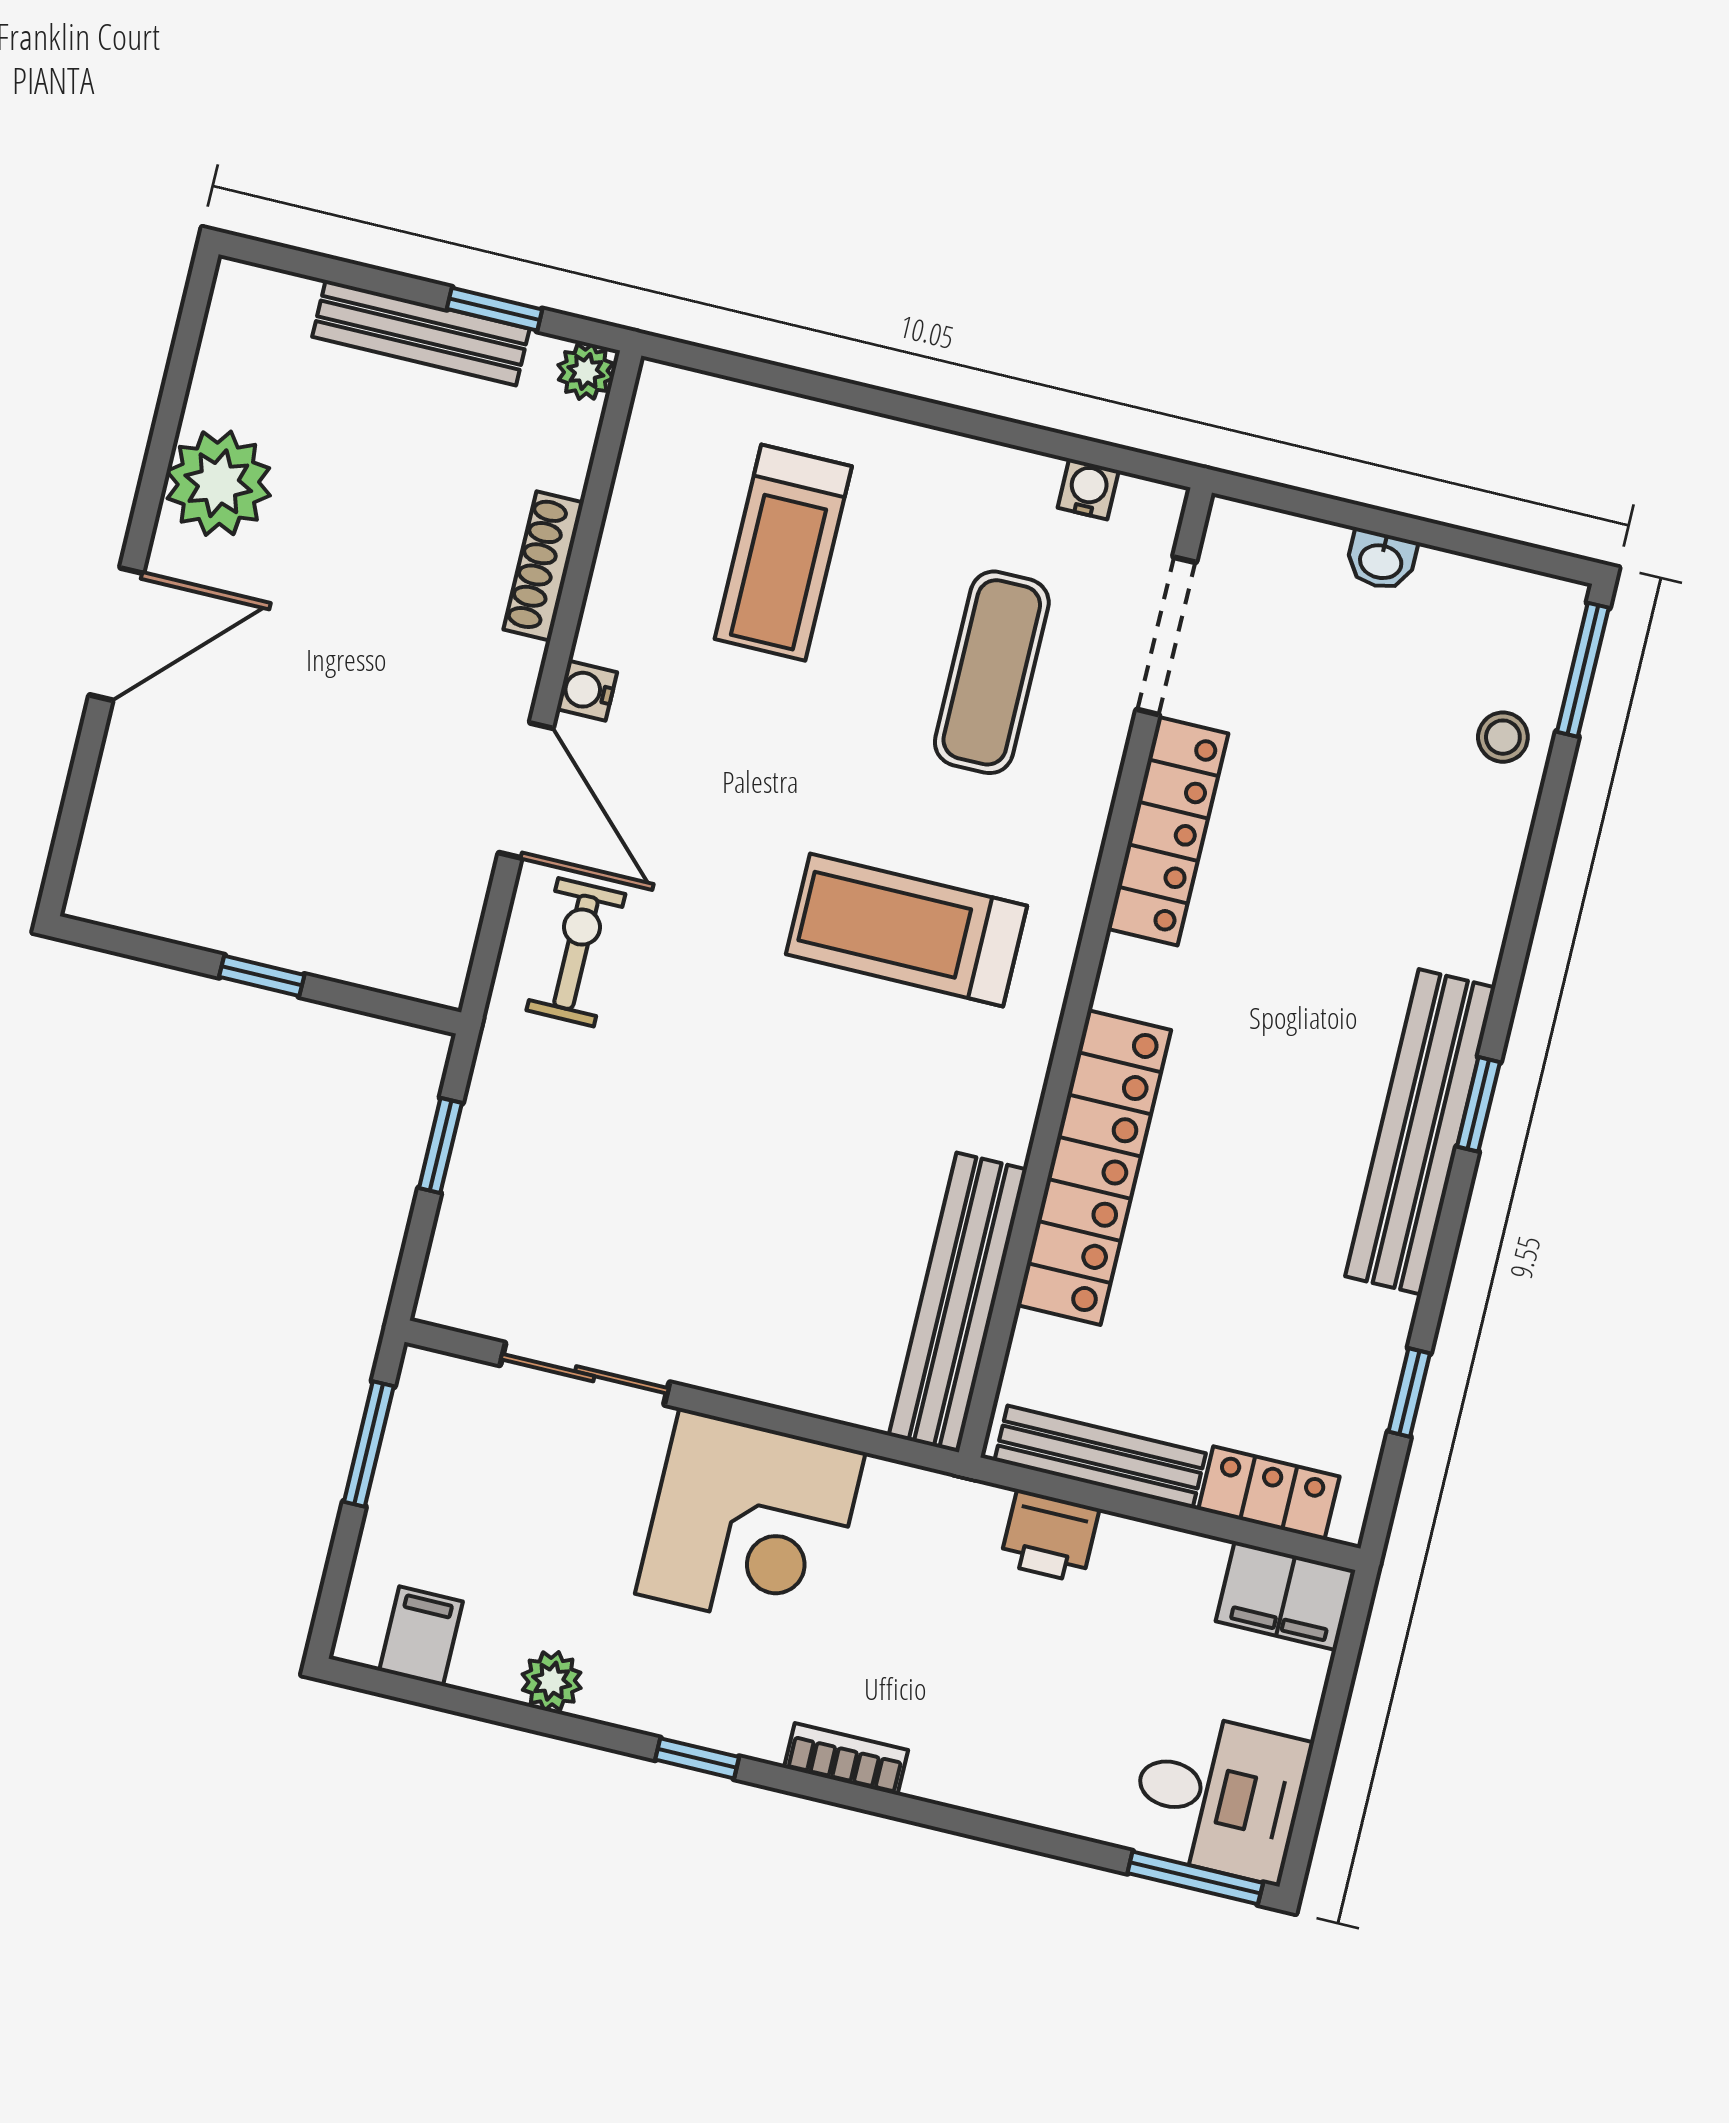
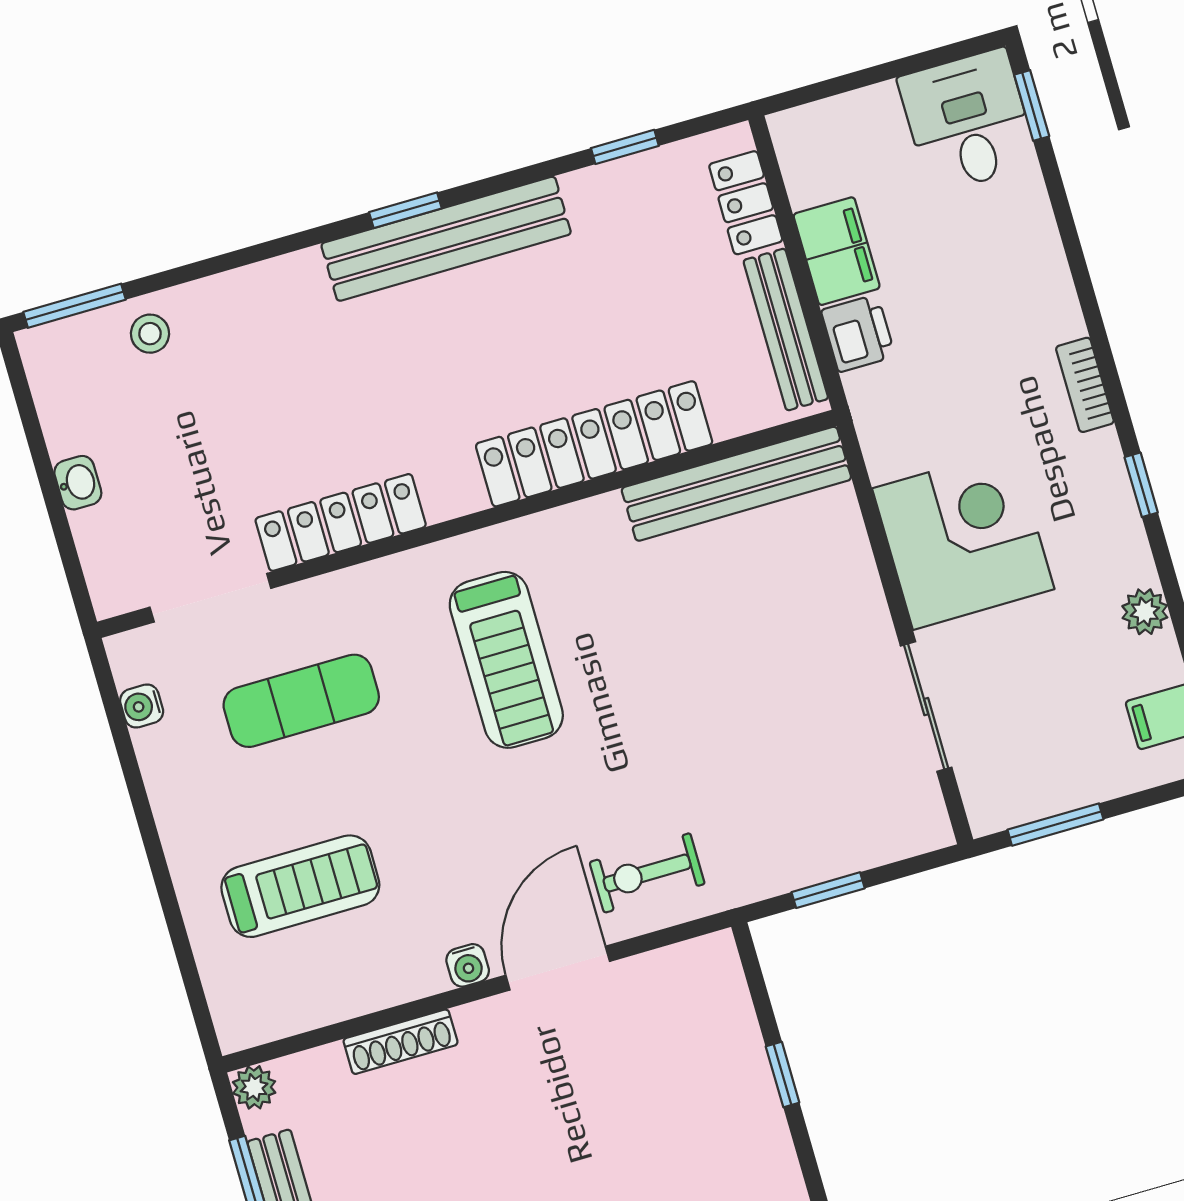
filing cabinet: (1286, 1596) -> (837, 251), moved
window: (1195, 1878) -> (1032, 106), width x0.67

